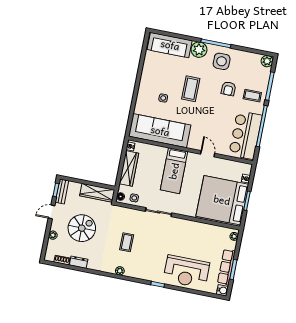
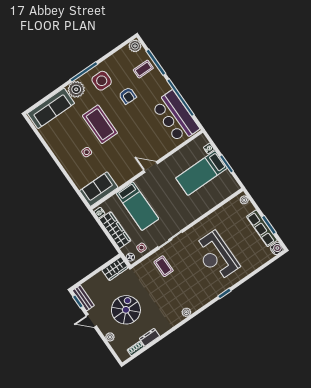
coffee table: (191, 89) -> (100, 124), width x1.36, depth x1.32
coffee table: (252, 96) -> (143, 69), moved
sofa: (160, 131) -> (99, 189), width x0.54, depth x0.79
door: (208, 154) -> (151, 167), moved
bed: (174, 171) -> (137, 206), moved
wardrobe: (97, 193) -> (115, 269), width x0.67
bed: (222, 200) -> (201, 173), width x0.49
door: (52, 212) -> (91, 321), hinge flipped
coffee table: (127, 242) -> (164, 266), moved
reception desk: (186, 272) -> (216, 256), moved, turned 90

